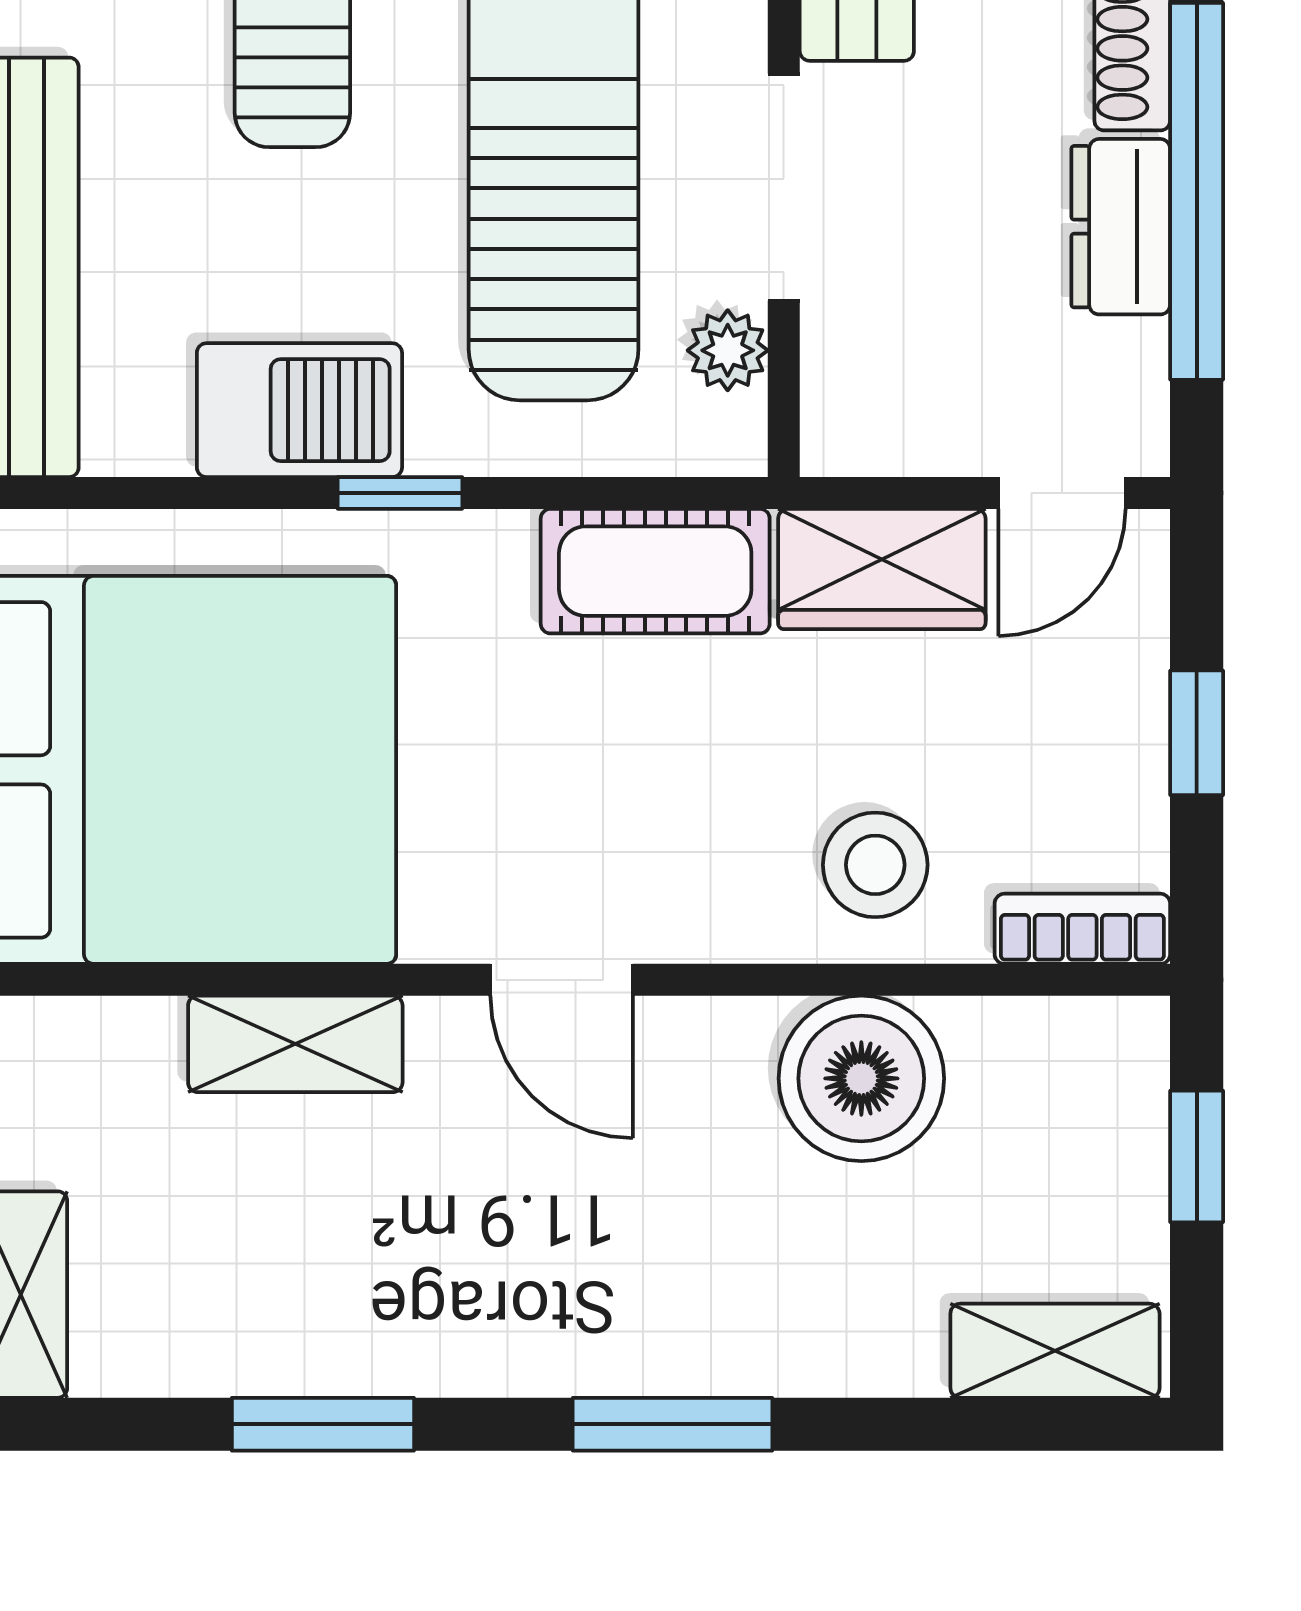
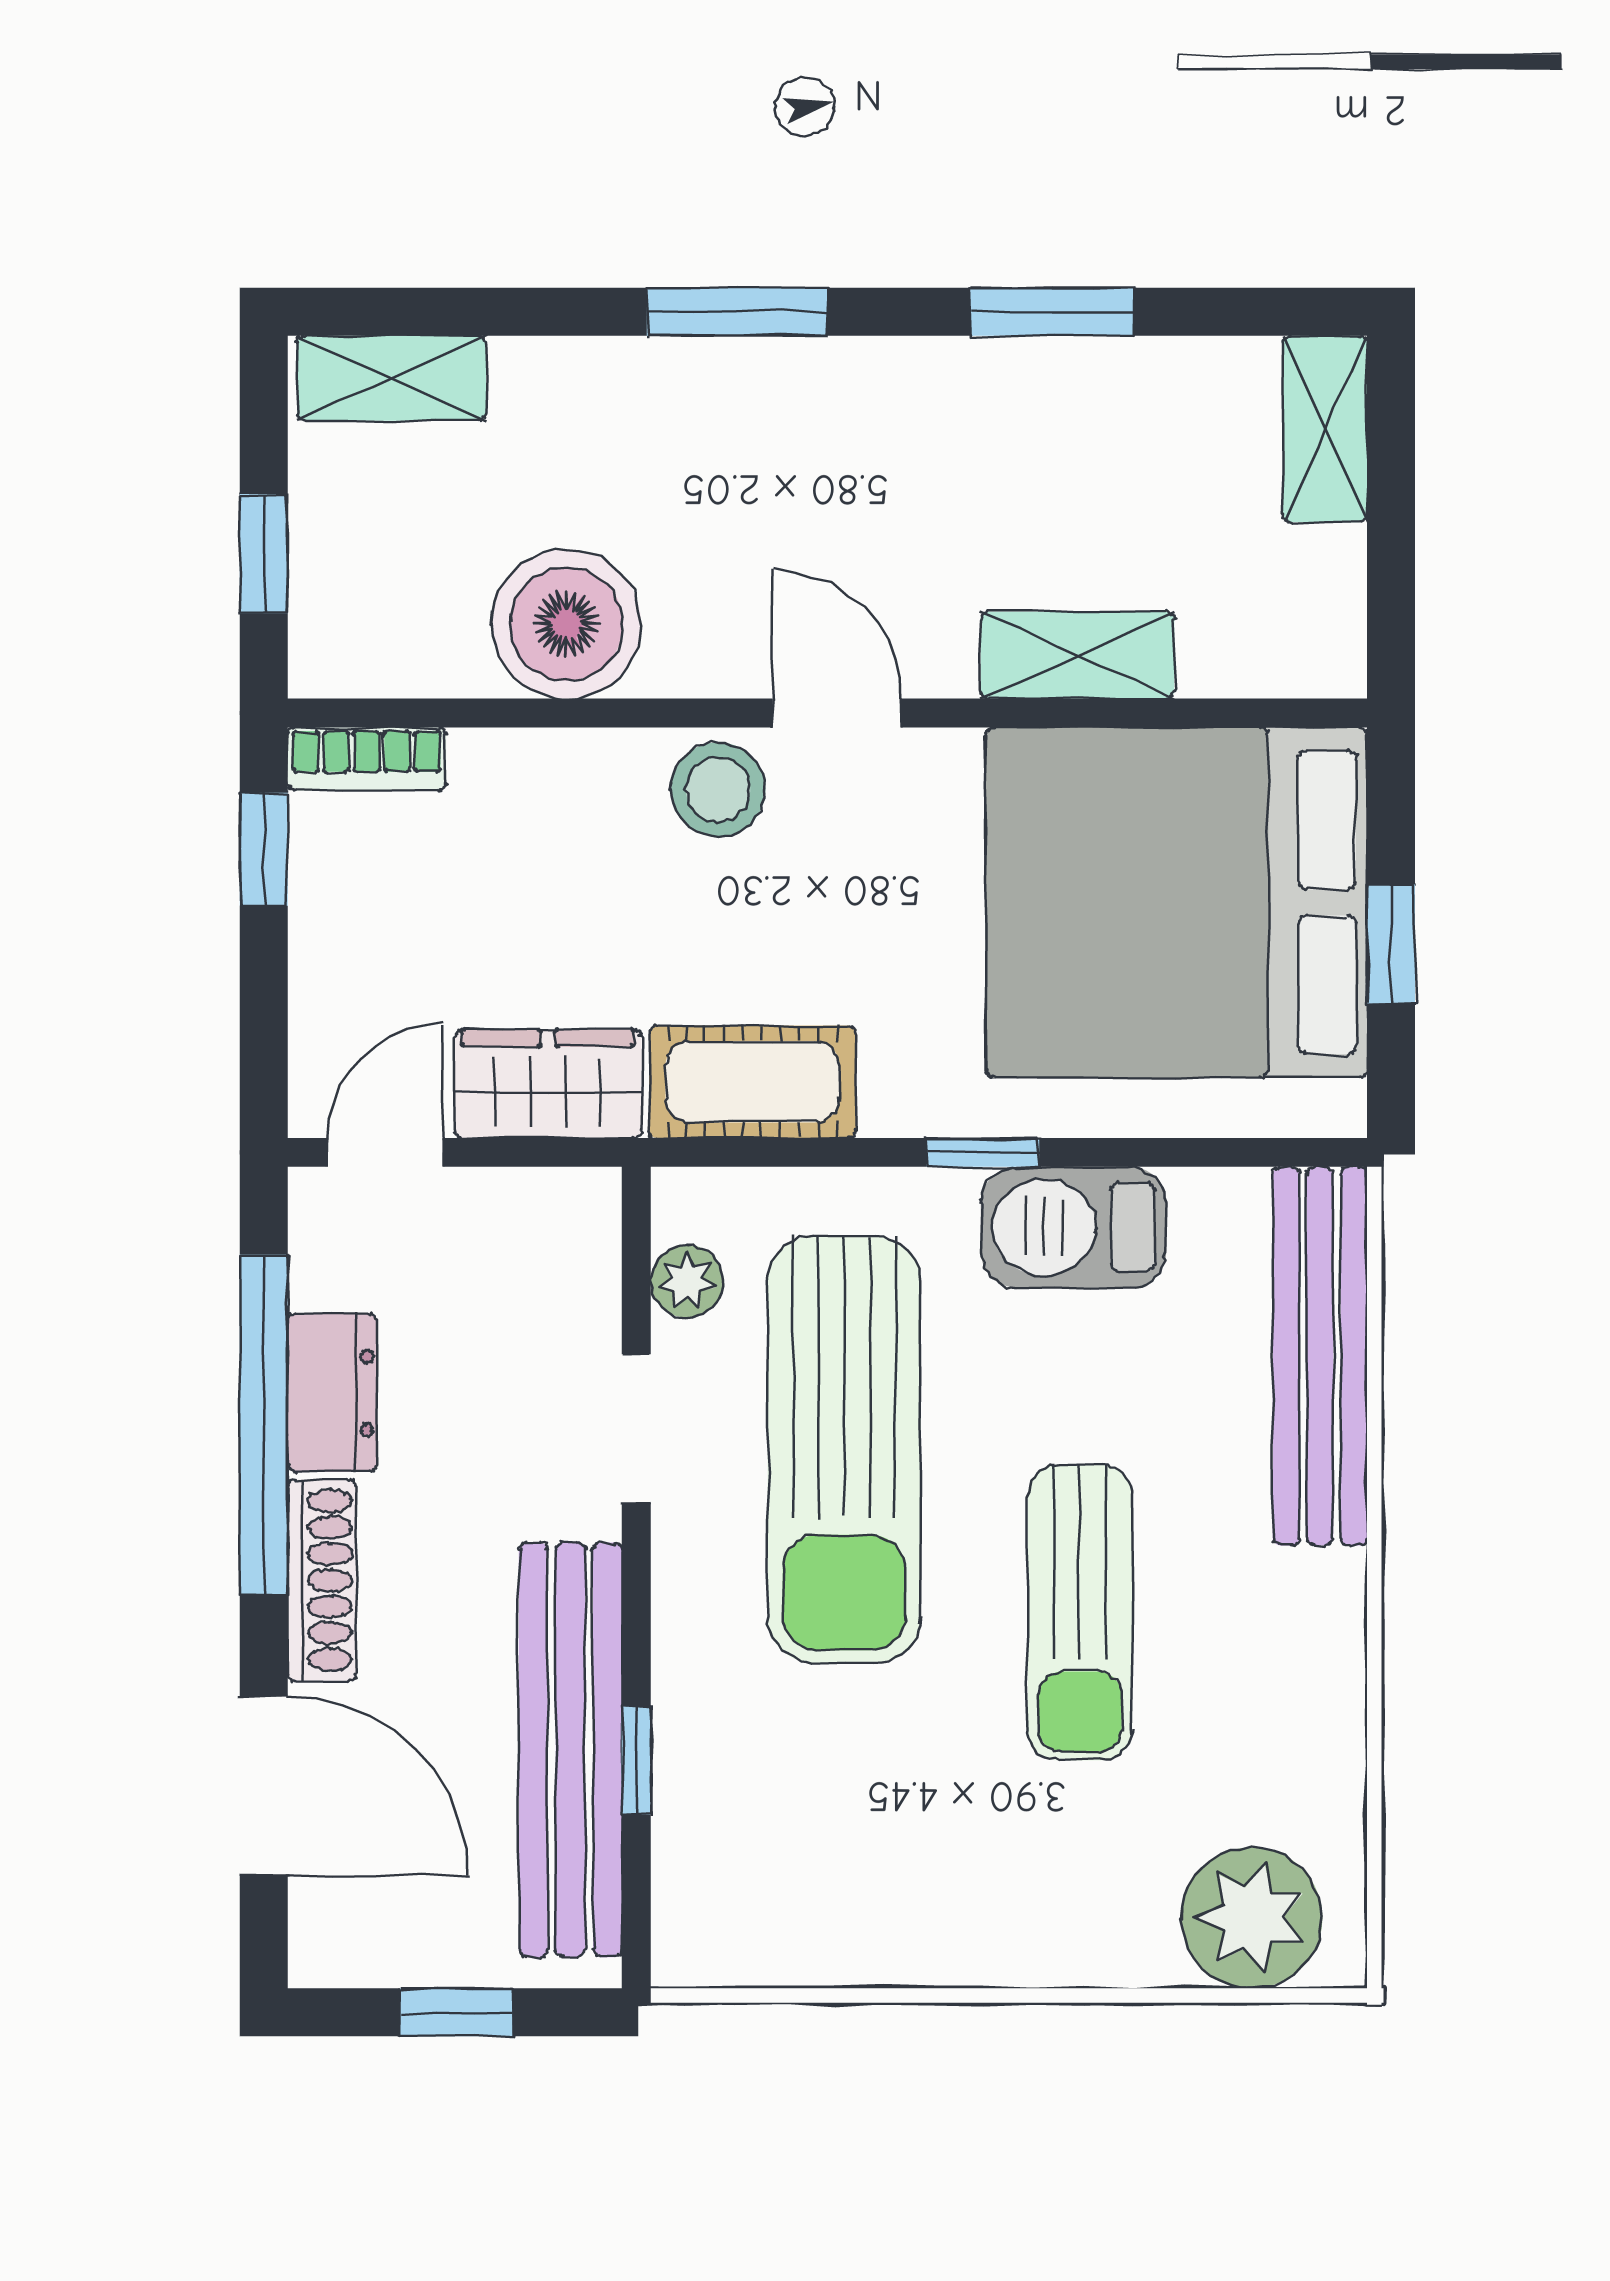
doorway: (784, 187) -> (636, 1429), width x0.73
window: (1197, 733) -> (264, 849), moved
stool: (875, 865) -> (718, 790), moved

